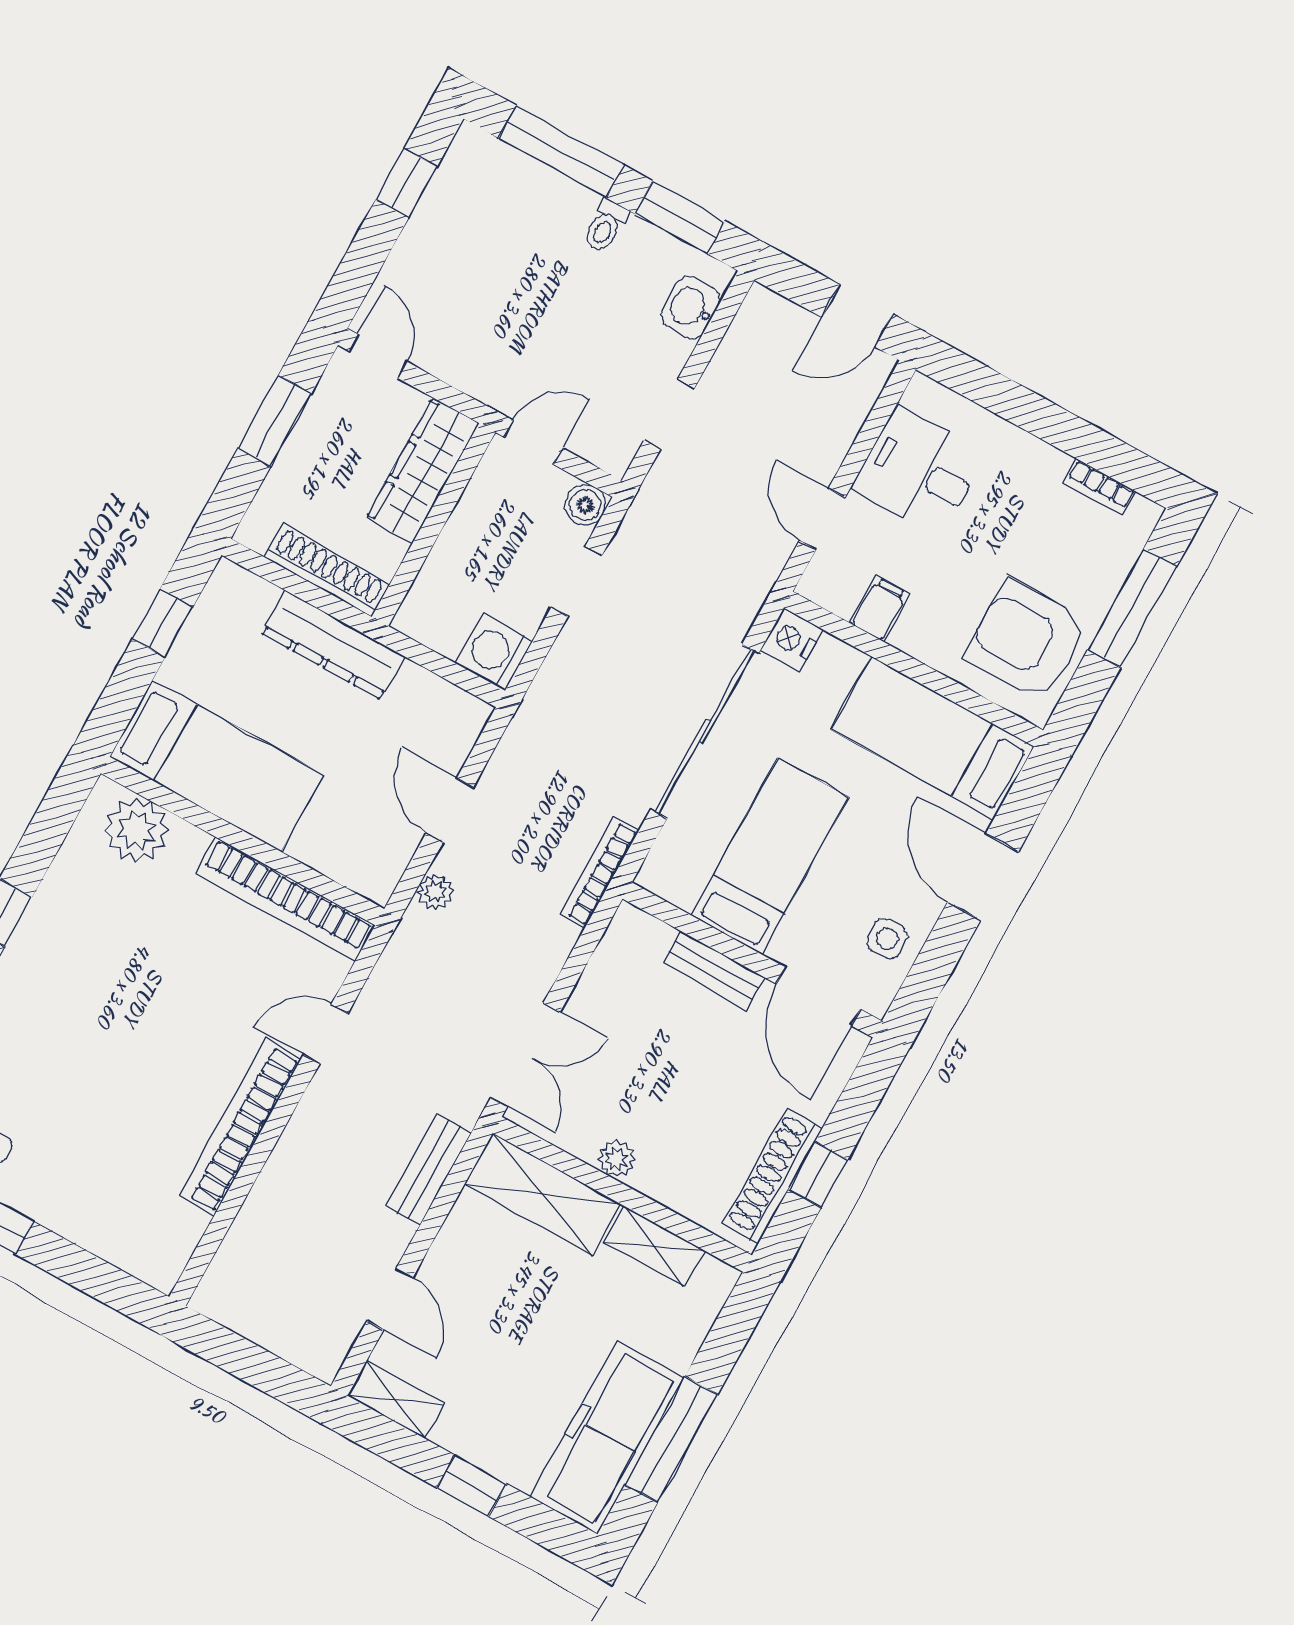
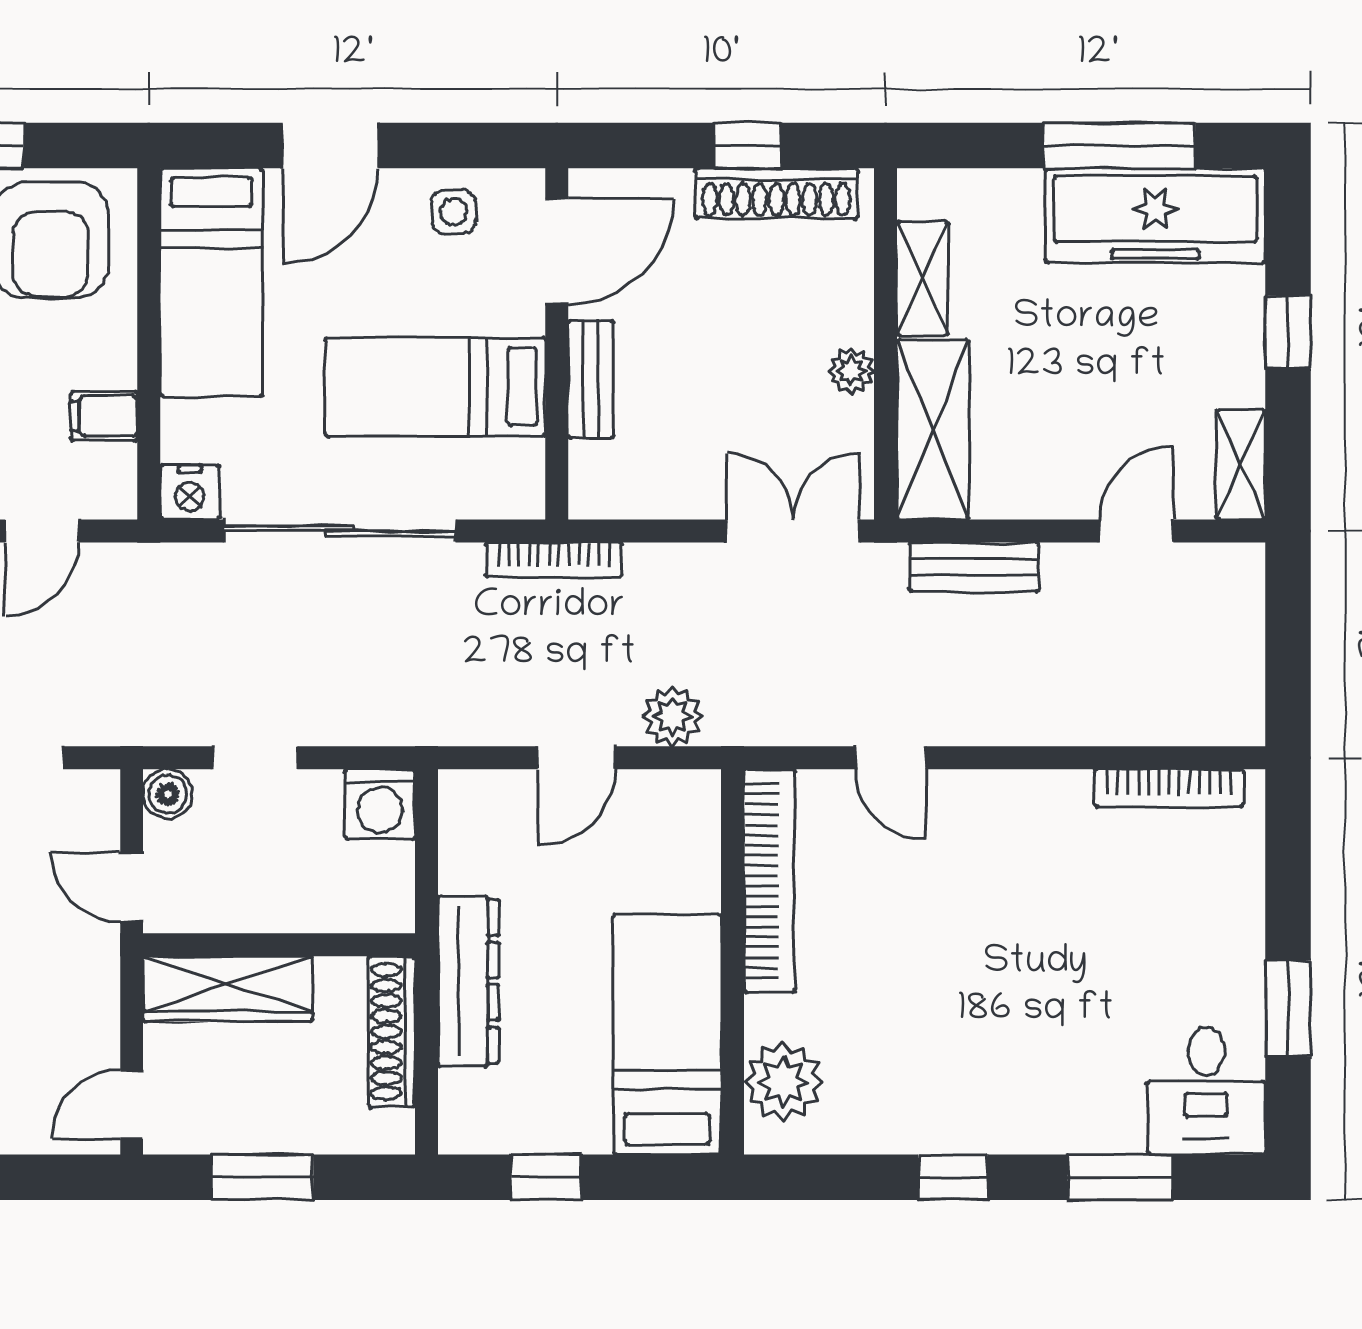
plant: (435, 892) -> (672, 716), width x1.38, depth x1.38
bookcase: (240, 1127) -> (1169, 788), moved, width x0.68, depth x0.76

